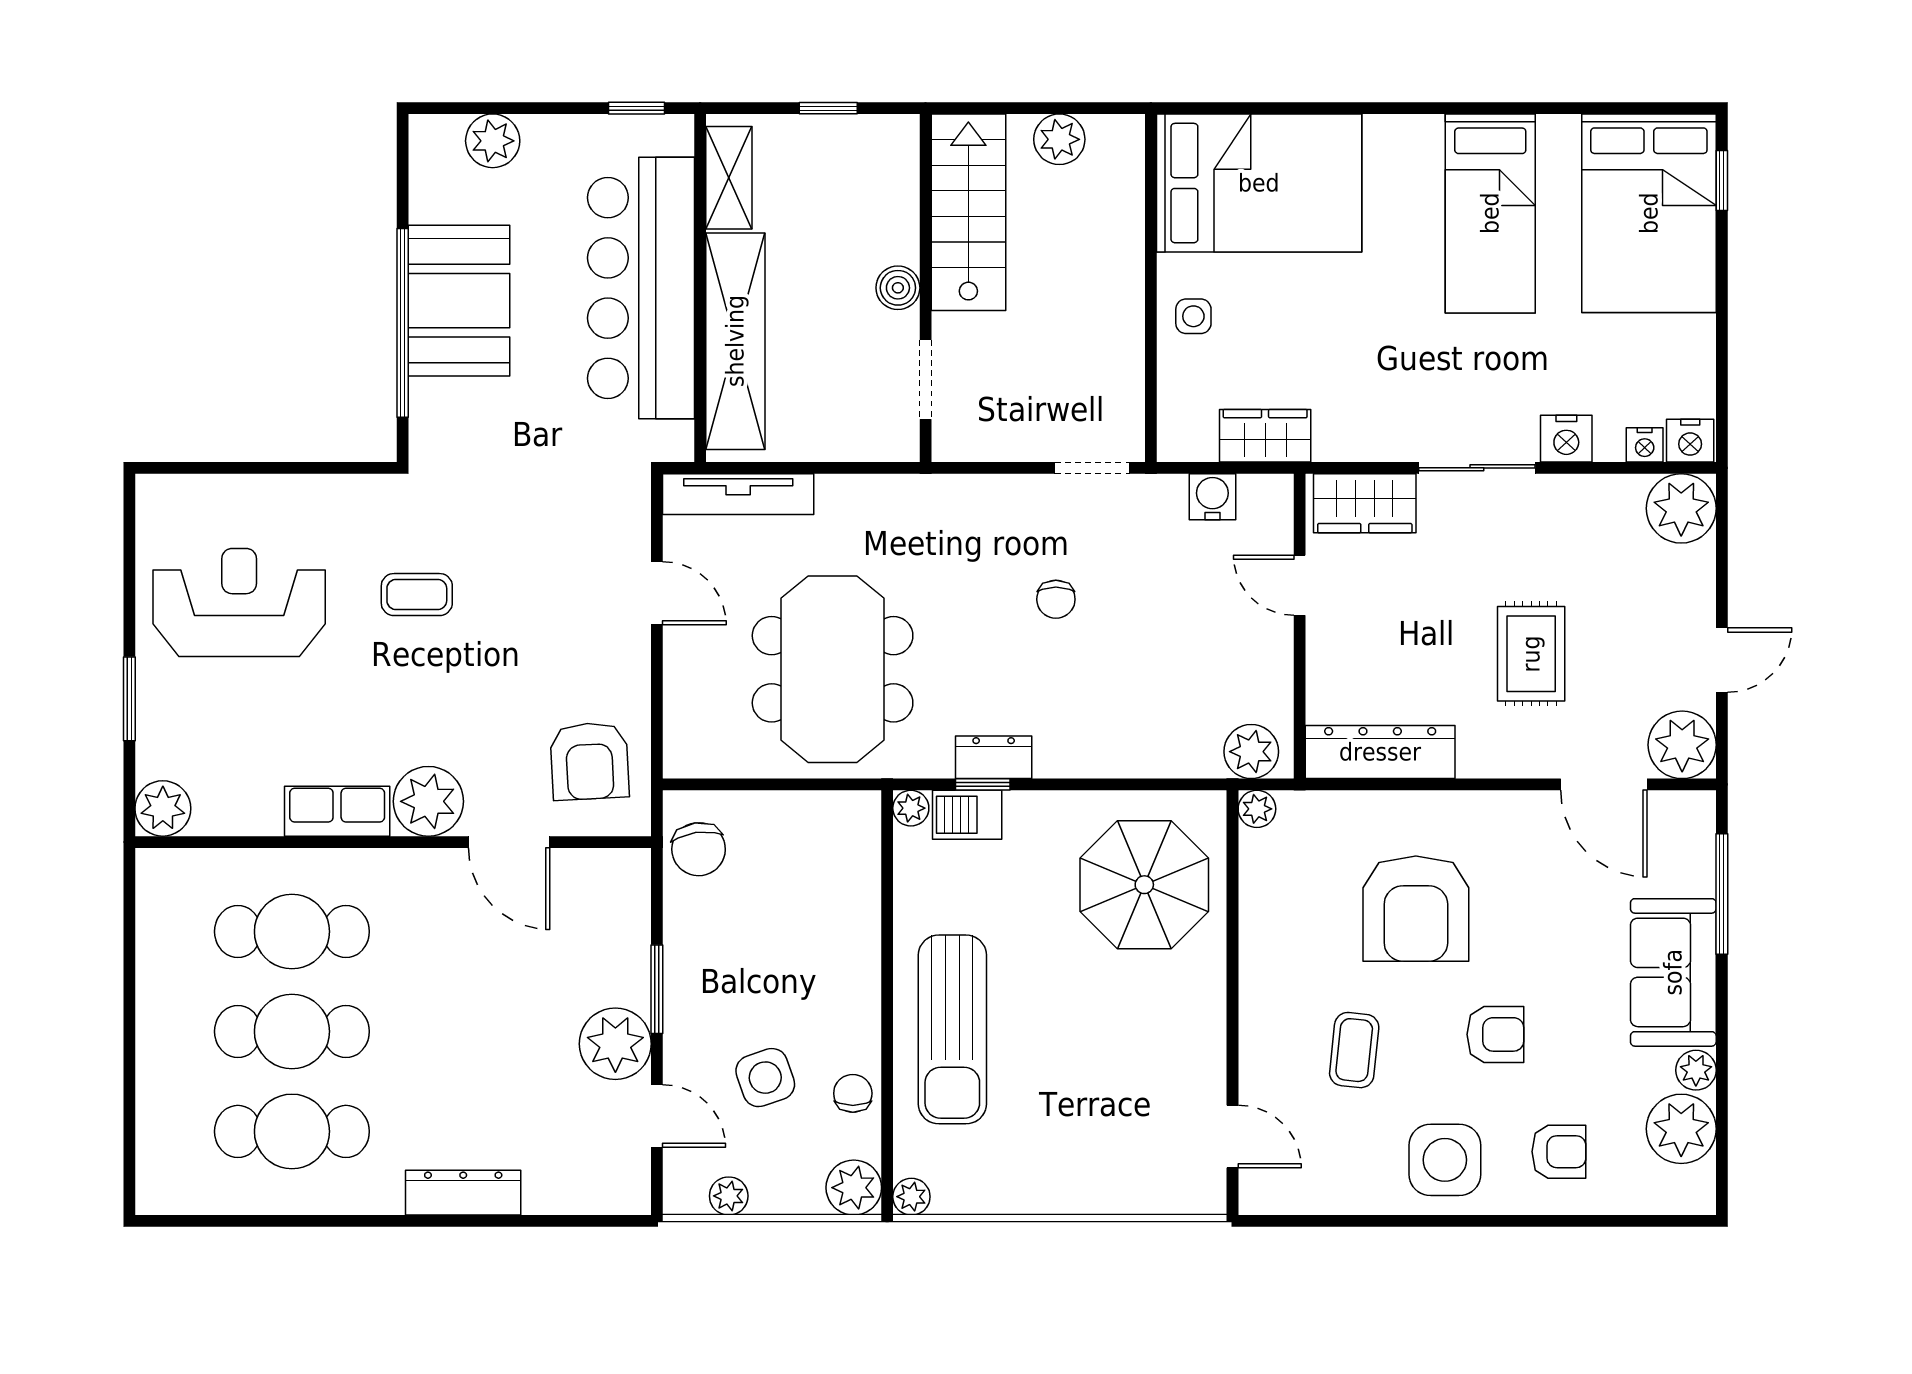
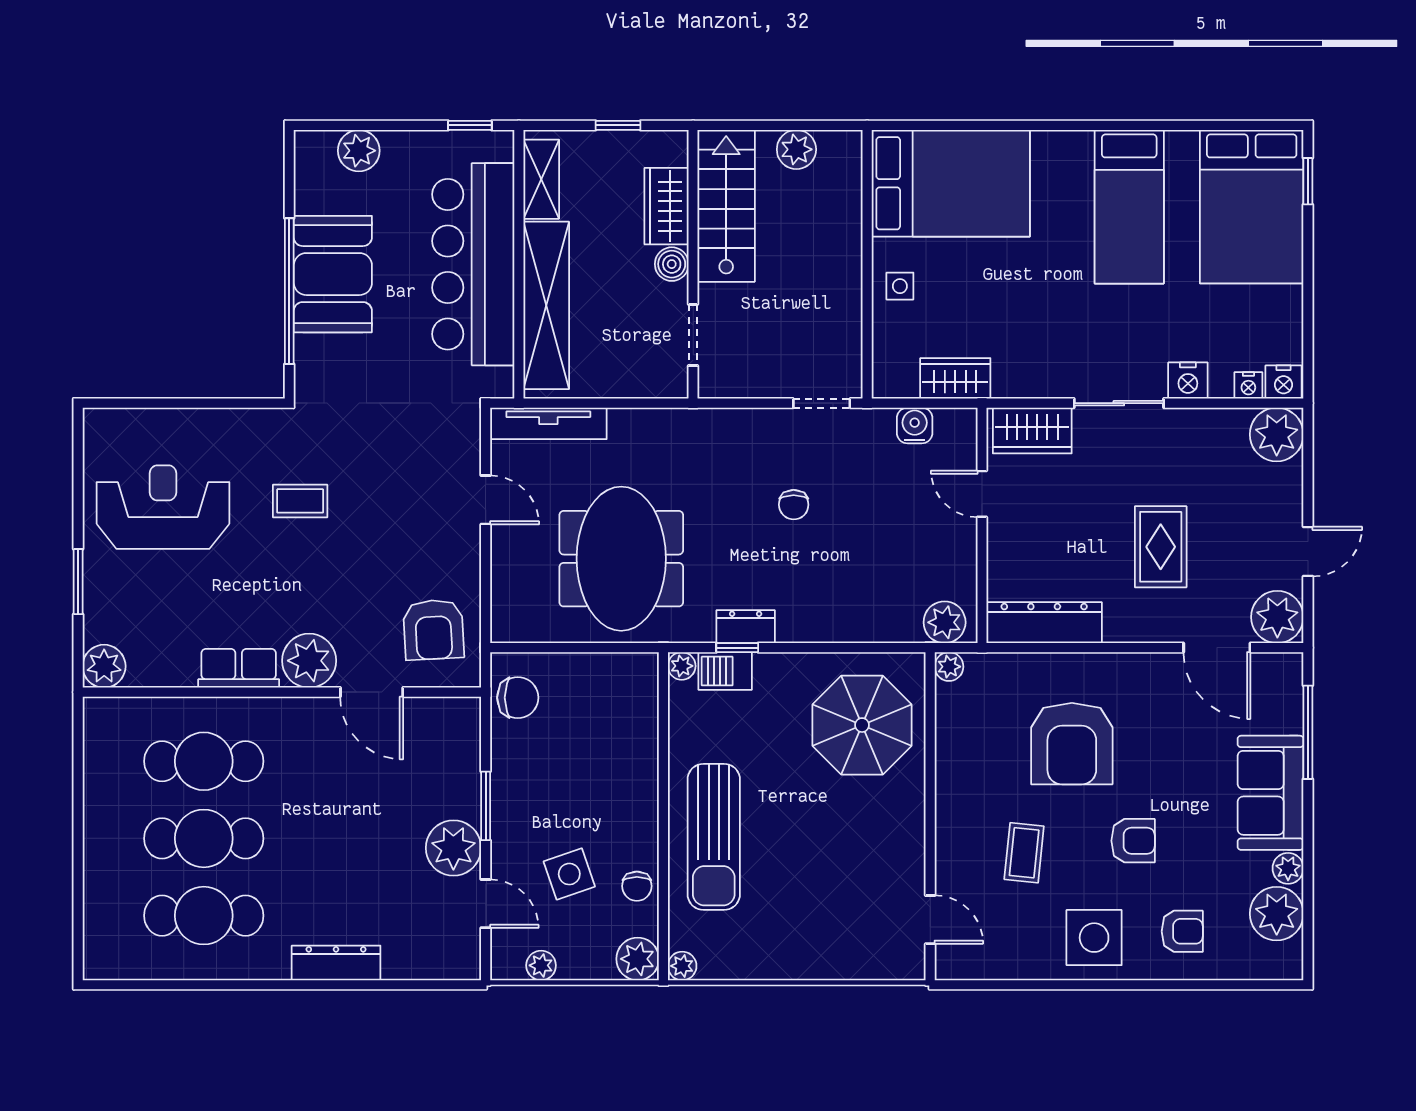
wardrobe: (891, 213) -> (666, 206), added
chair: (699, 849) -> (518, 698), turned -82
chair: (853, 1093) -> (637, 886), turned 180

